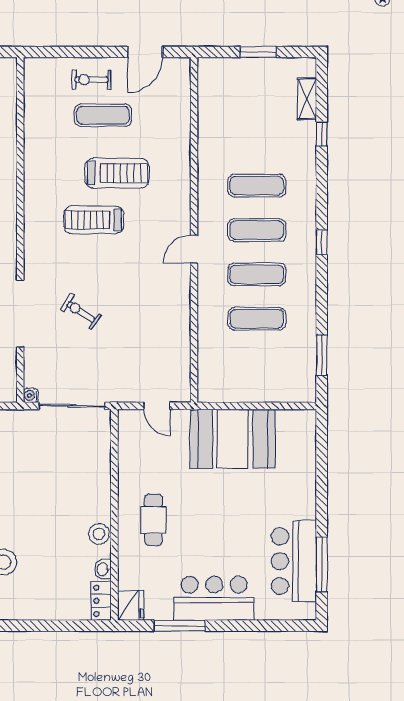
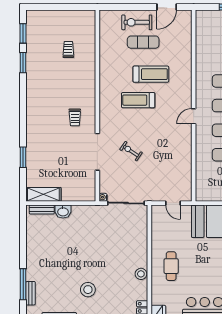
exercise bike: (91, 80) -> (137, 22), width x1.38, depth x1.39
washbasin: (103, 569) -> (143, 294), removed

